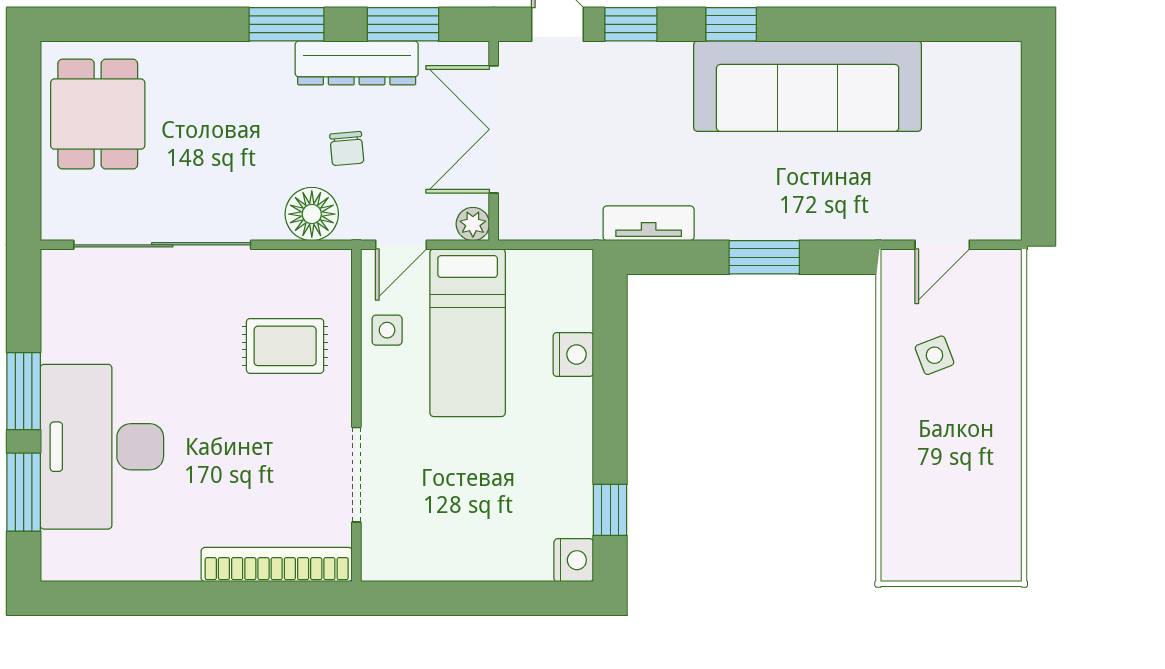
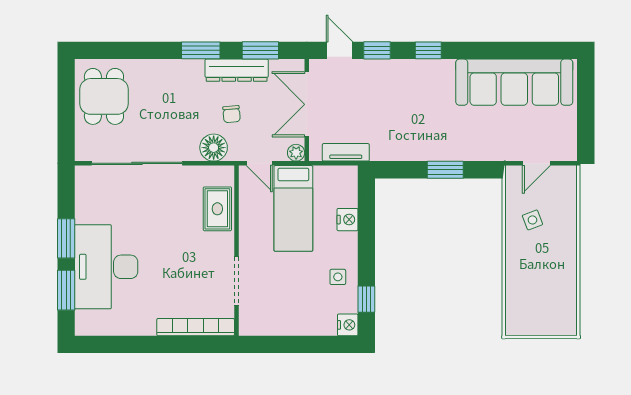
sofa: (808, 86) -> (514, 82), moved
tv unit: (649, 223) -> (346, 152), moved
door: (401, 245) -> (259, 163), hinge flipped
side table: (387, 330) -> (338, 277), moved
rug: (285, 346) -> (217, 209), moved, turned 90

